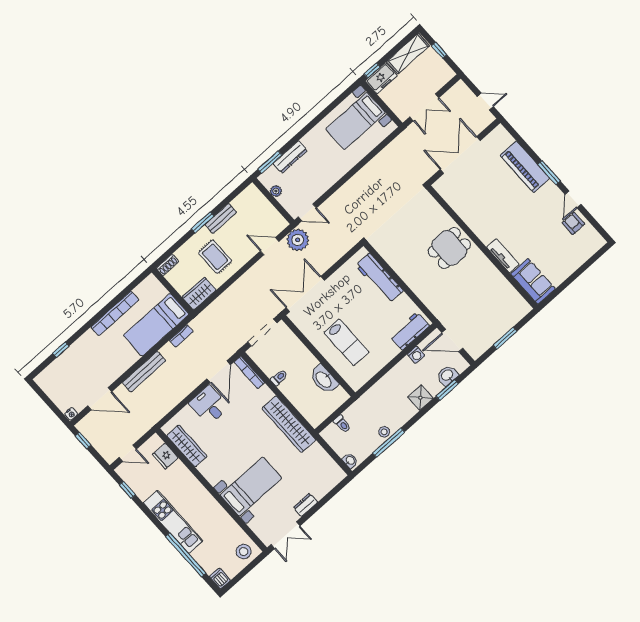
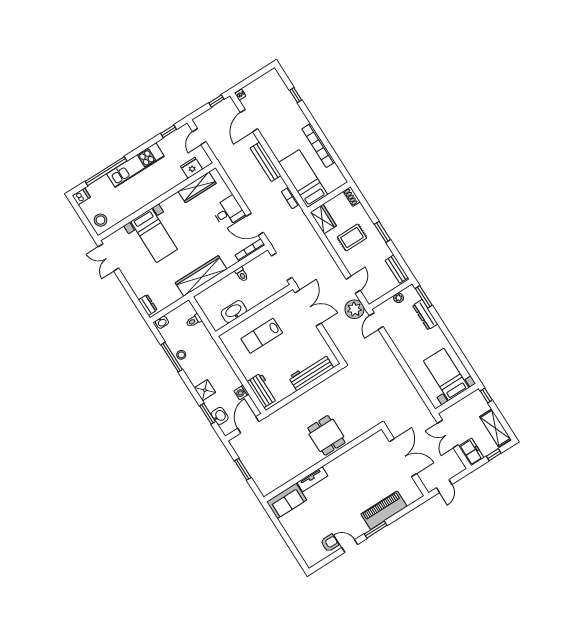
freezer: (381, 78) -> (471, 452), moved, turned 180
bench: (221, 218) -> (397, 269), moved
dresser: (306, 505) -> (148, 305), moved

